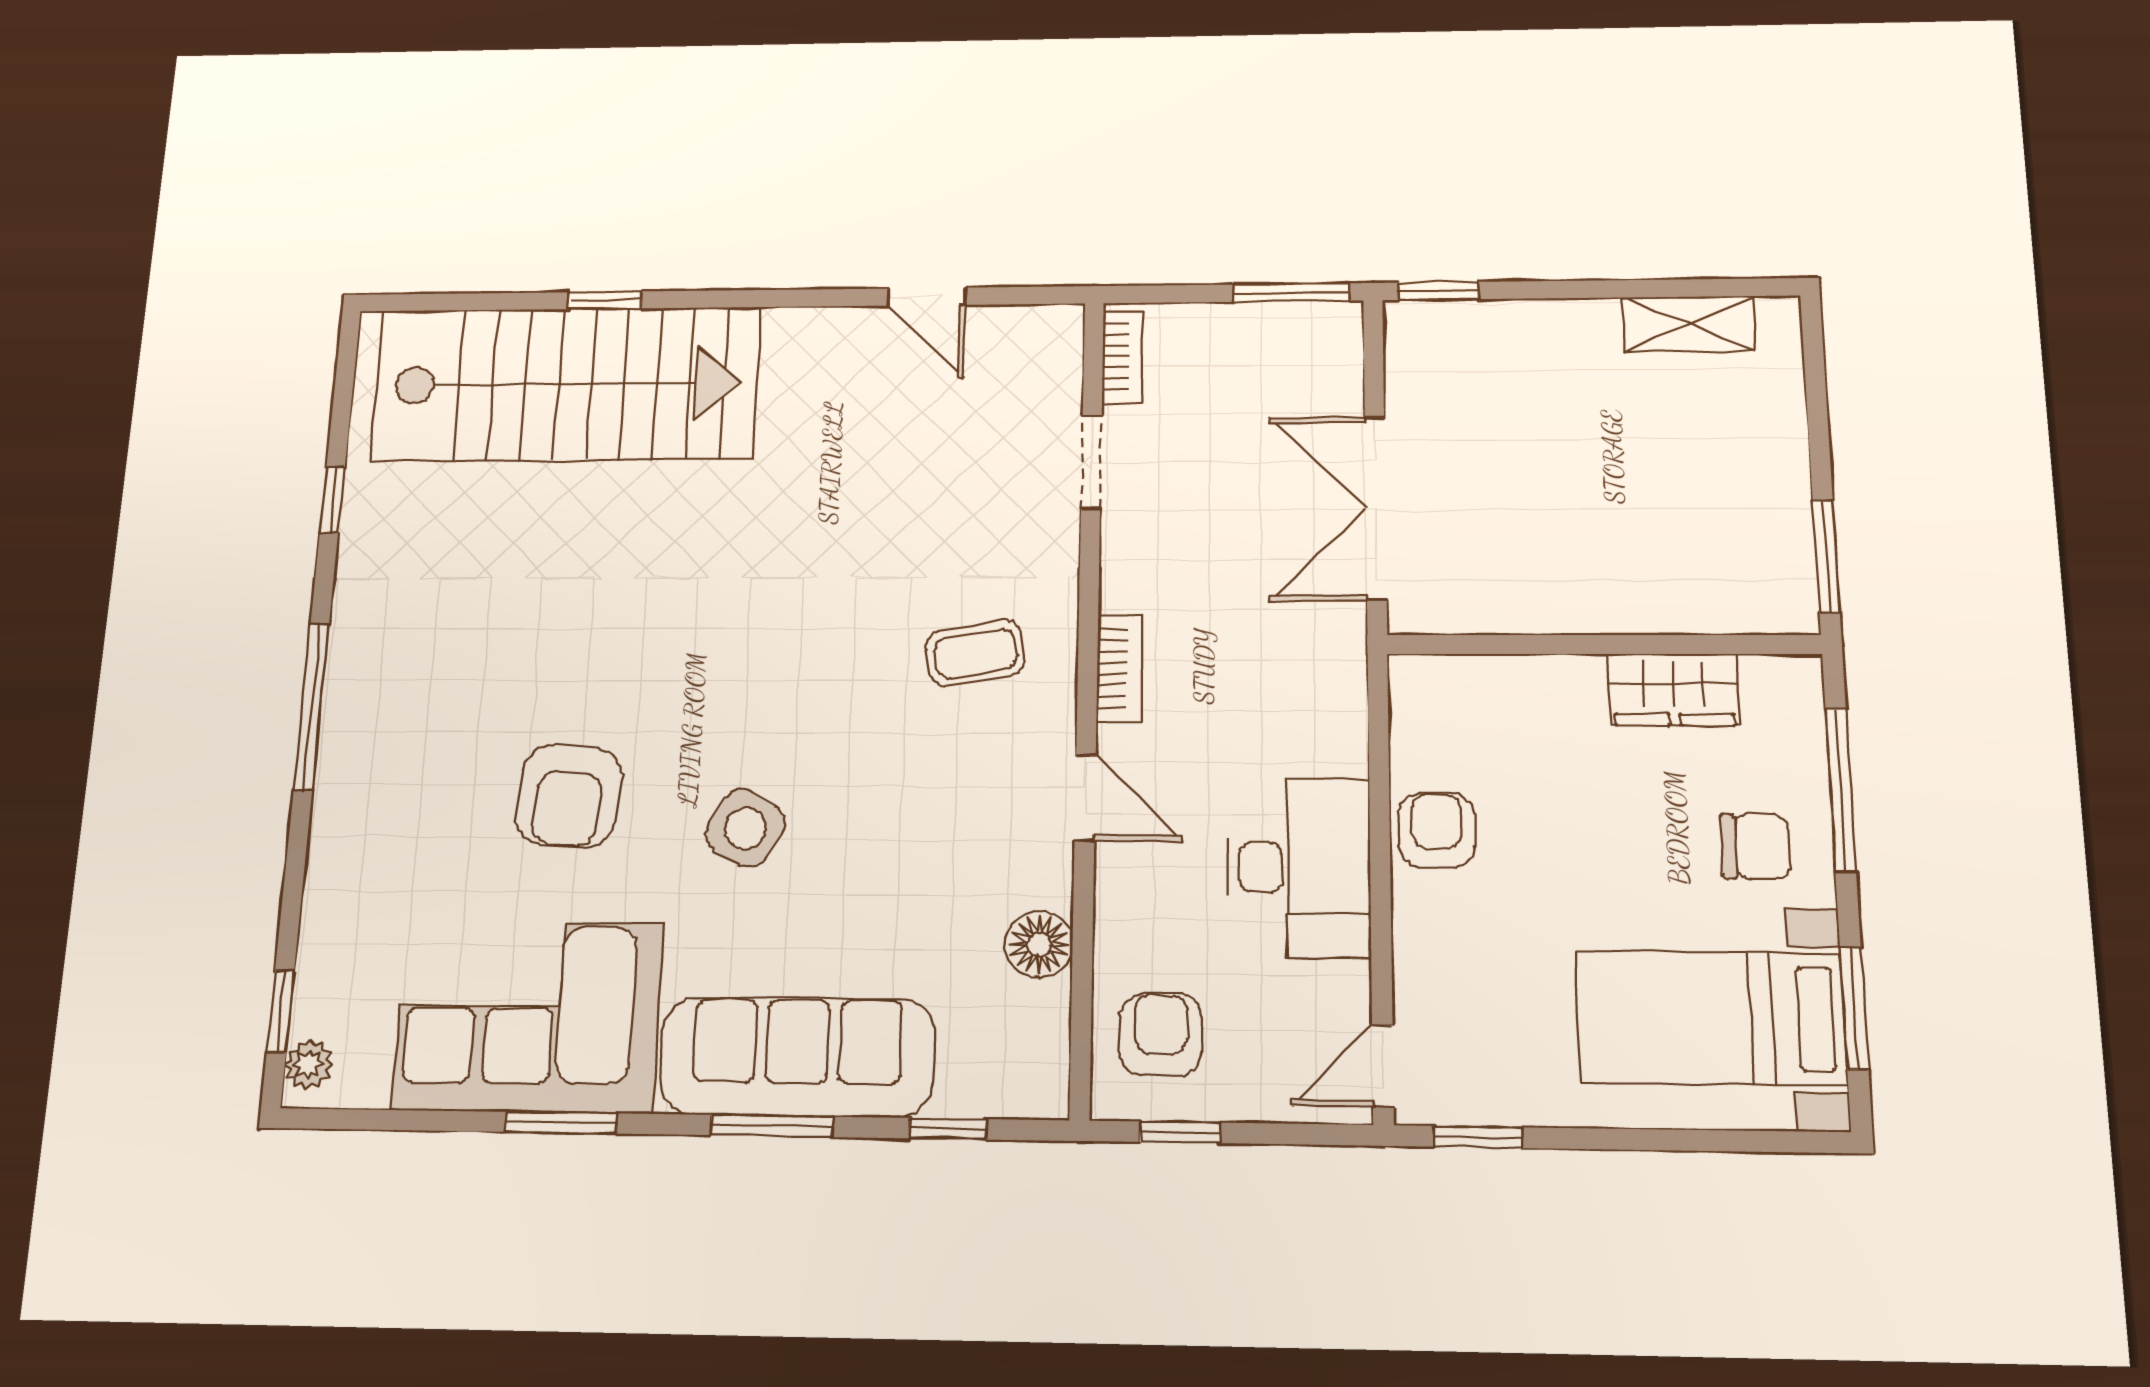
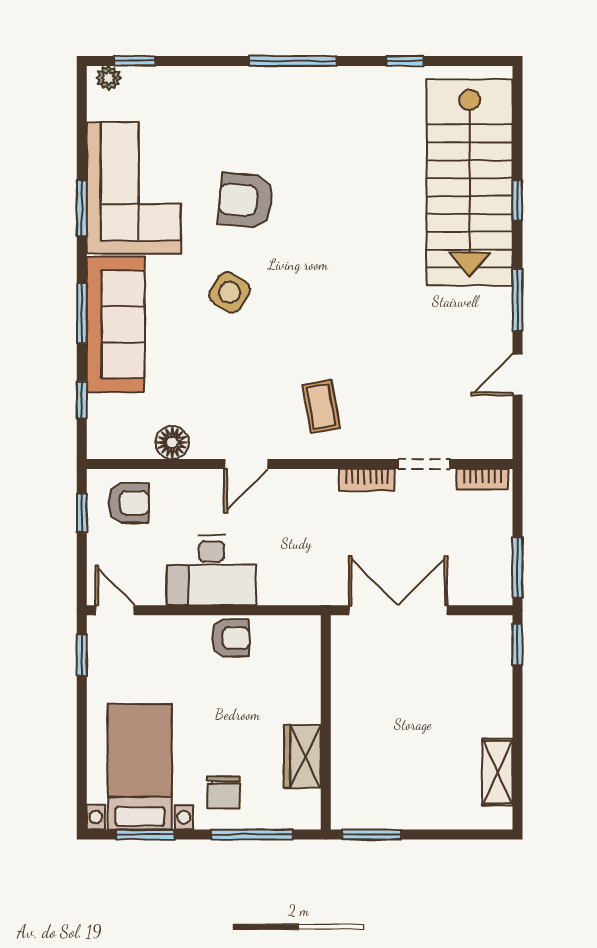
window: (788, 298) -> (517, 300), added
bookcase: (1119, 668) -> (367, 480), moved

